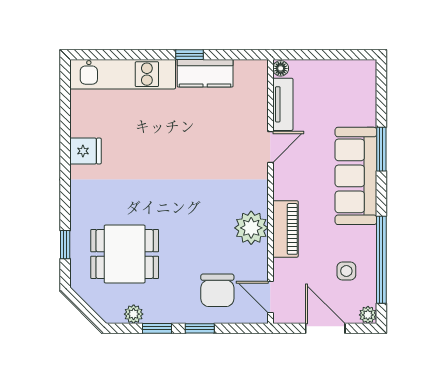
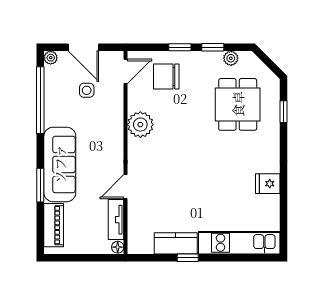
piano: (285, 229) -> (54, 225), moved, turned 180
dining table: (125, 254) -> (238, 104), turned 90
side table: (346, 271) -> (87, 90), moved
chair: (217, 290) -> (166, 77), turned -90
door: (270, 297) -> (126, 71), hinge flipped

